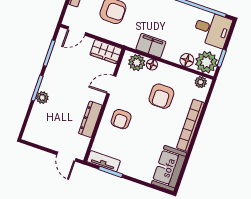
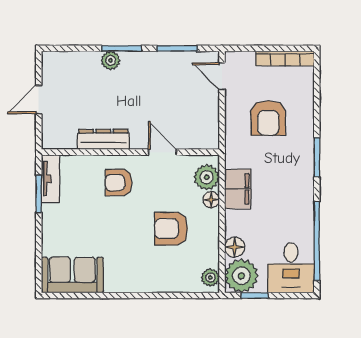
wardrobe: (106, 52) -> (207, 128), removed
bookcase: (190, 125) -> (144, 284), removed
door: (66, 157) -> (39, 99), moved

